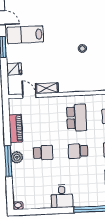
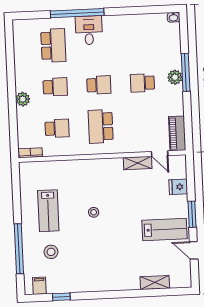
piano: (16, 128) -> (177, 133), moved
desk: (62, 196) -> (89, 30), moved

